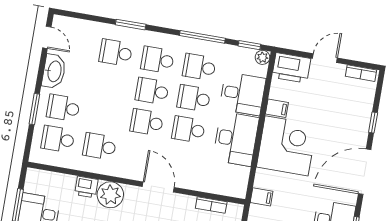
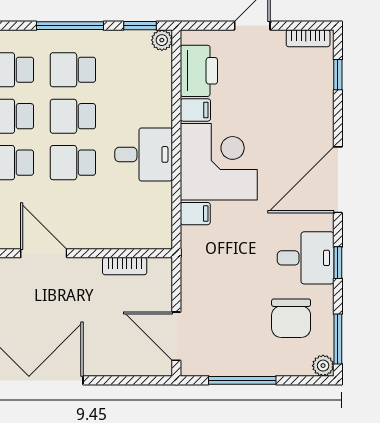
printer: (291, 68) -> (199, 71), moved, turned -90
desk: (242, 94) -> (142, 98), removed
window: (373, 122) -> (338, 75), moved
desk: (236, 139) -> (144, 154), width x0.73
filing cabinet: (262, 197) -> (195, 214), moved

